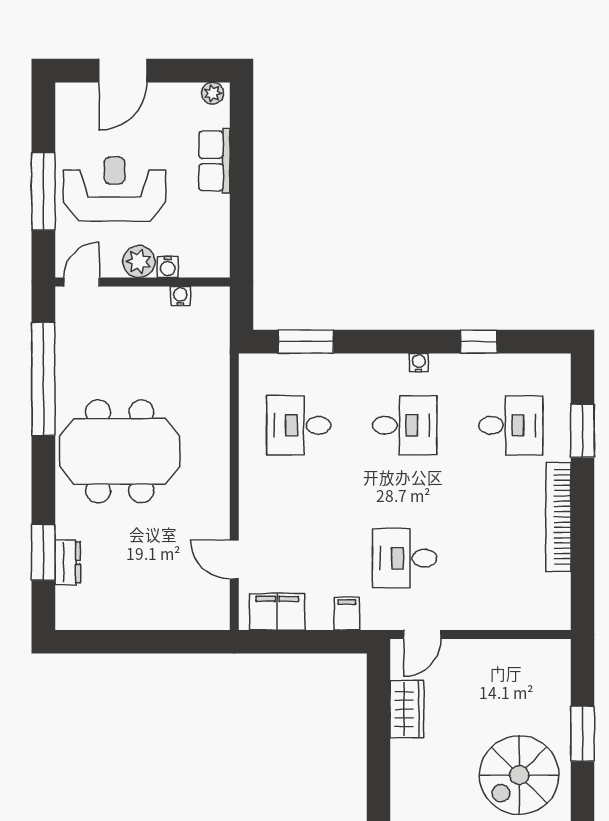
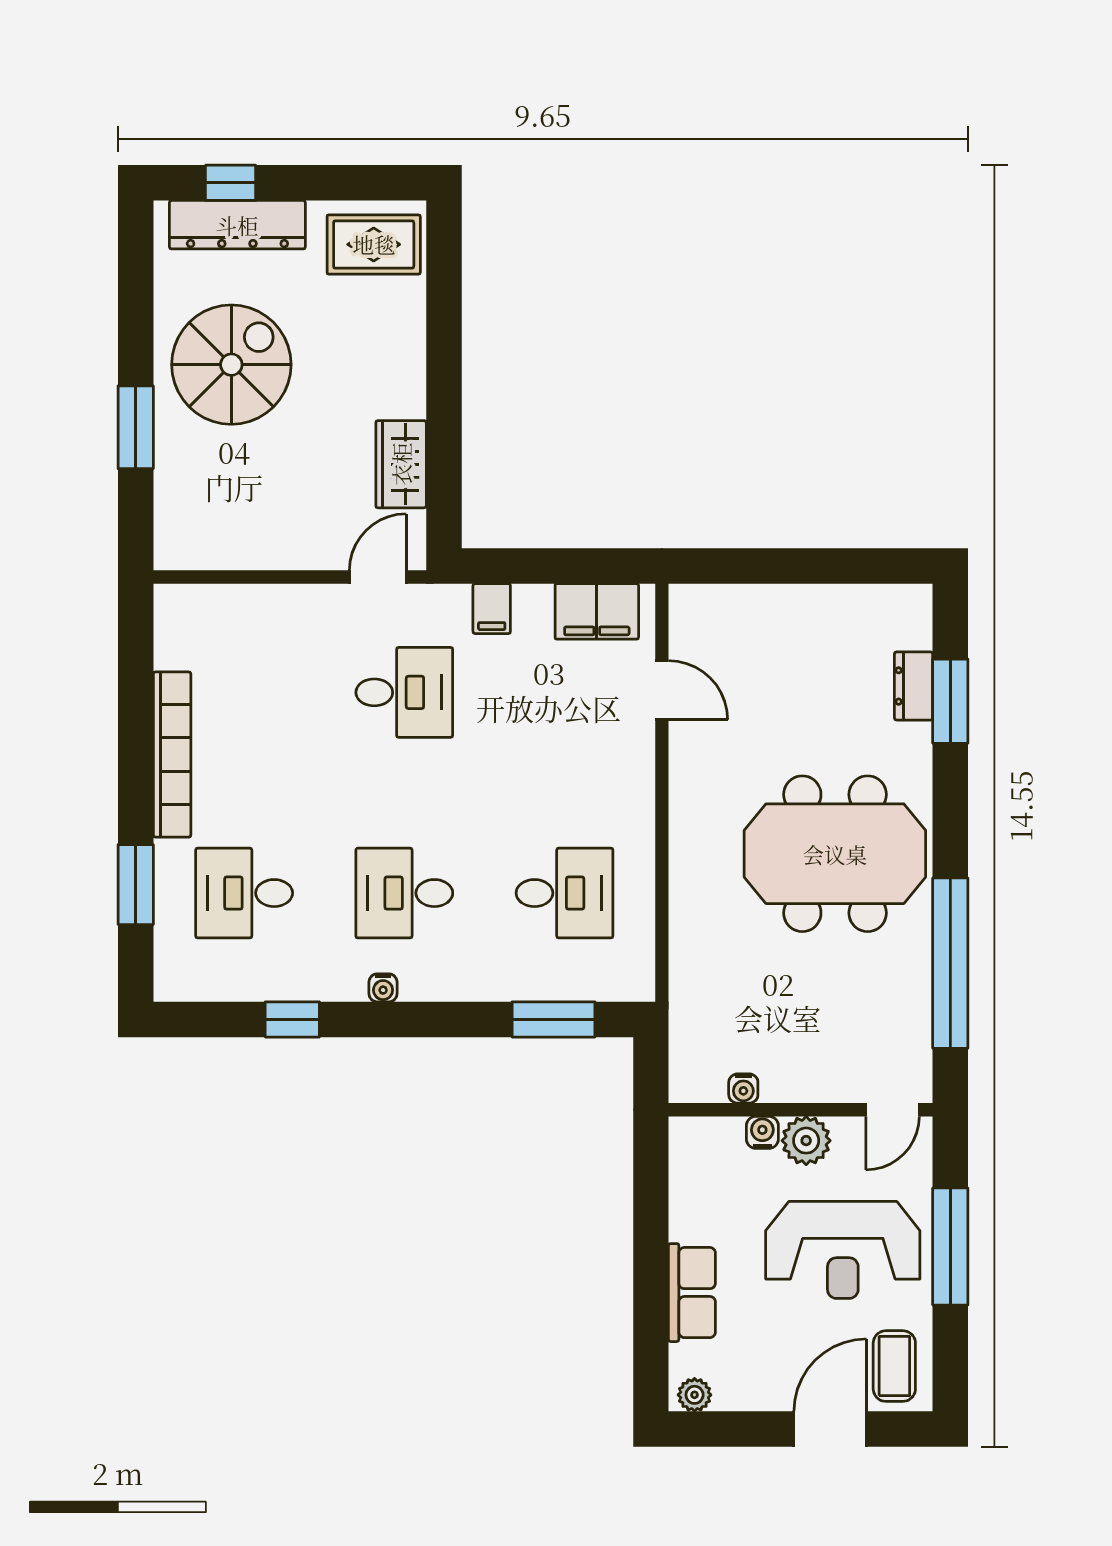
coffee table: (80, 112) -> (894, 1366), added

